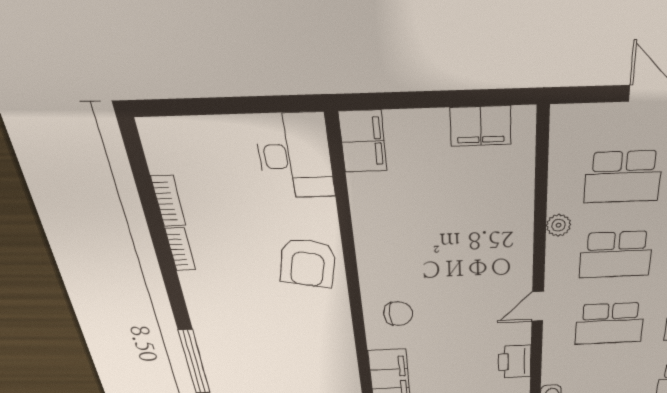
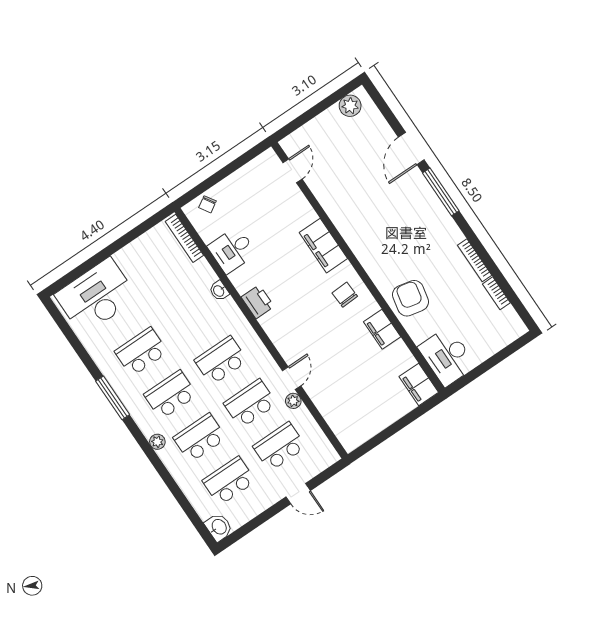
filing cabinet: (481, 126) -> (382, 329), moved, turned -90
bookcase: (180, 249) -> (475, 260), width x1.56
door: (538, 306) -> (292, 378), moved
chair: (398, 314) -> (345, 295), turned 87

